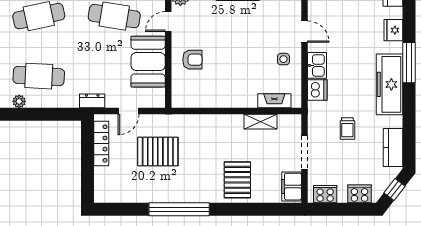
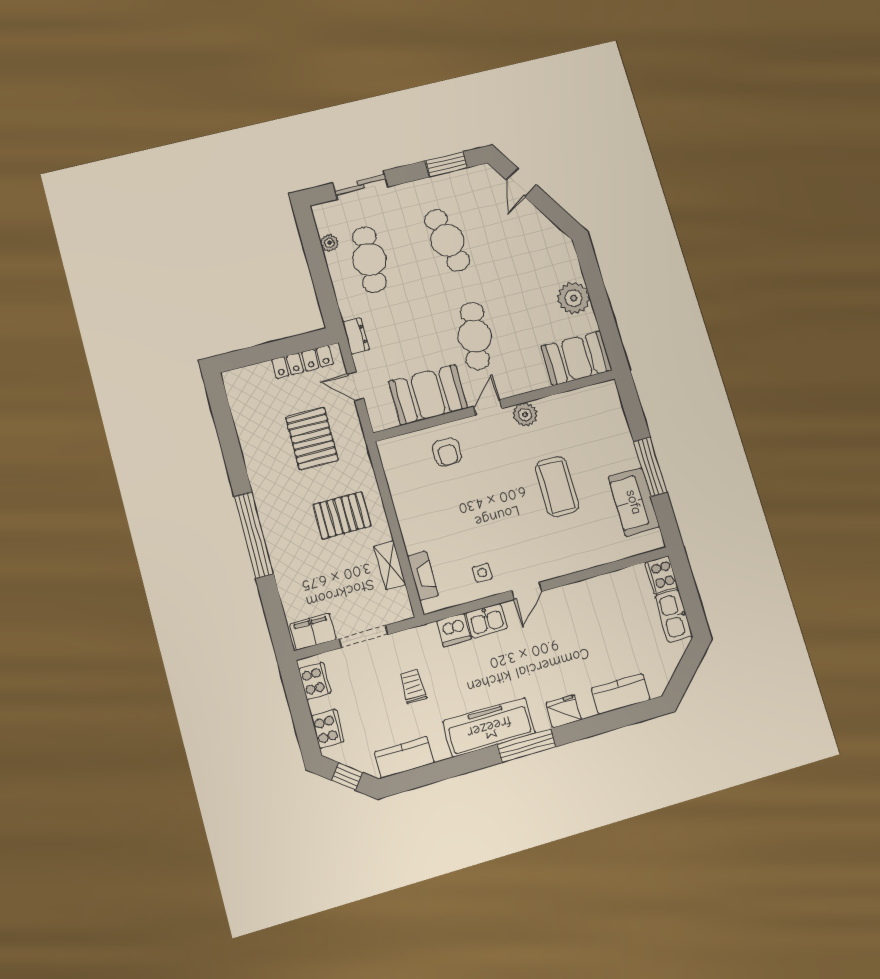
door: (168, 22) -> (488, 407), hinge flipped
trolley: (347, 129) -> (413, 686), turned 90
pallet: (237, 180) -> (342, 515), moved
window: (179, 209) -> (254, 535), moved

